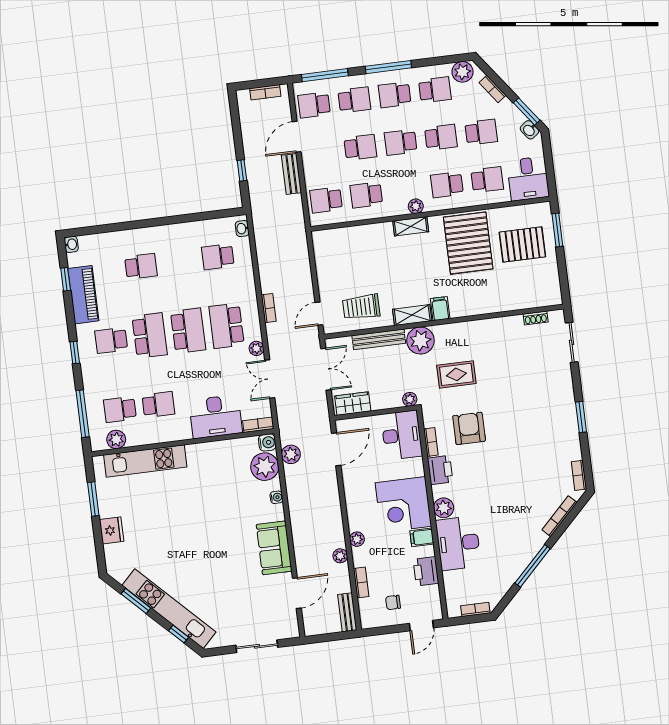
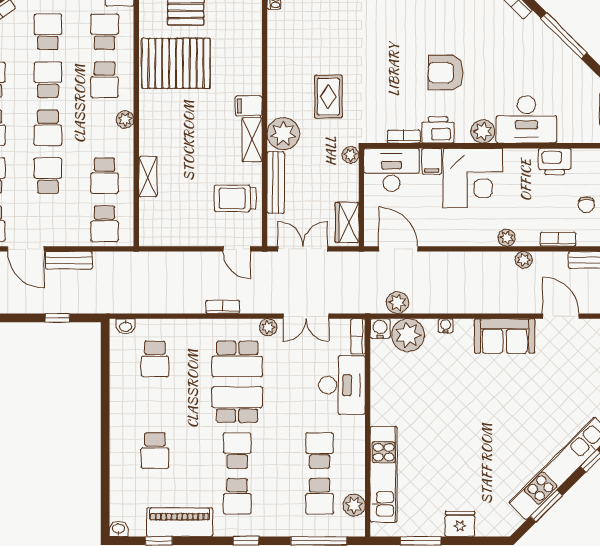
shelving: (411, 226) -> (148, 177), moved
school desk: (141, 266) -> (155, 451), turned 180
trolley: (361, 307) -> (235, 198), turned 90
school desk: (150, 335) -> (237, 451), width x0.54
armchair: (469, 428) -> (446, 73), moved
filing cabinet: (422, 537) -> (432, 161), moved

